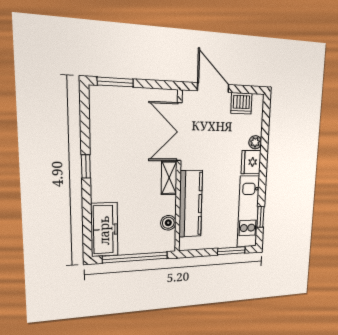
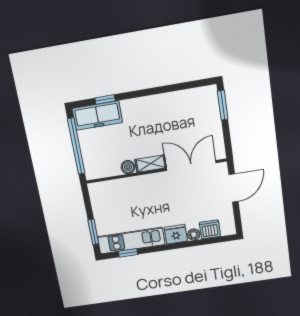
dishwasher: (241, 103) -> (210, 229), moved, turned 90
window: (86, 166) -> (105, 99), moved
kitchen counter: (191, 204) -> (130, 187), removed
boiler: (168, 223) -> (128, 167), moved

